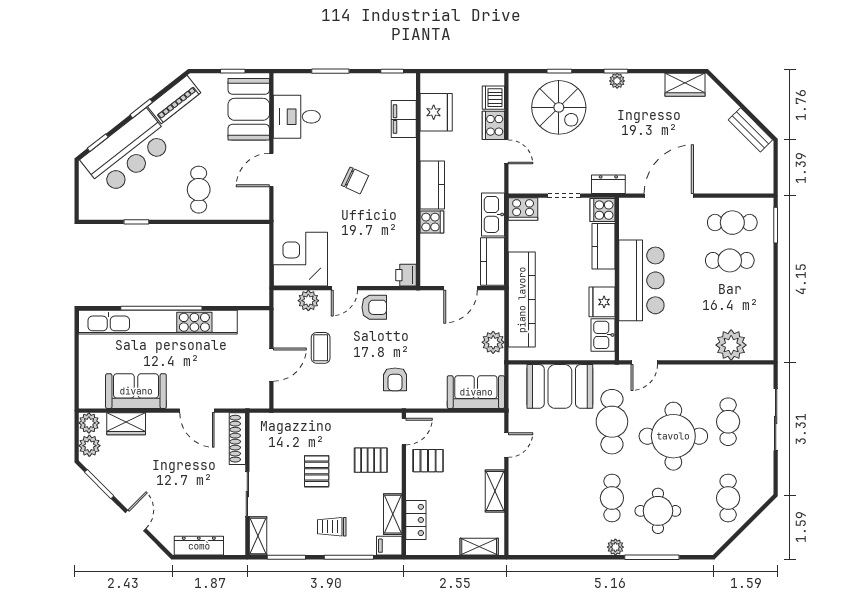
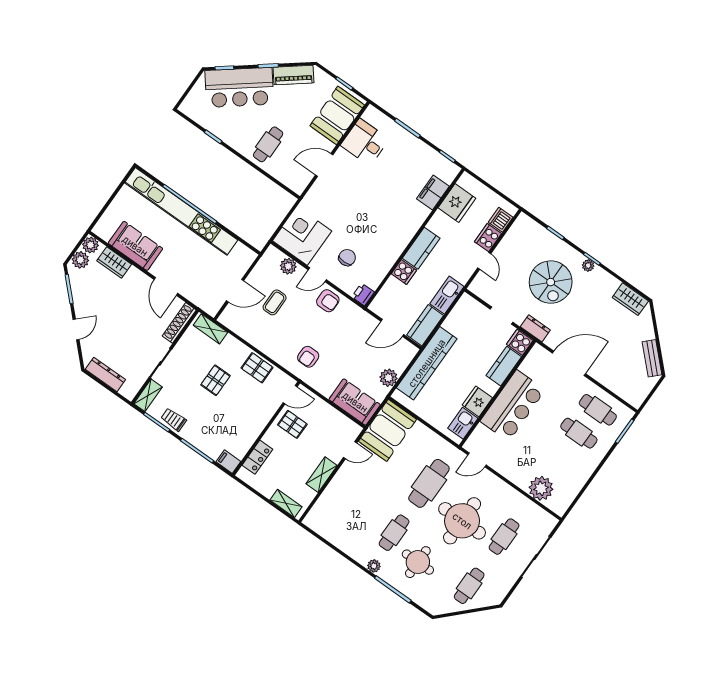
spiral stairs: (559, 107) -> (551, 282), moved
chair: (355, 180) -> (347, 258), moved, turned -115
cooker: (523, 209) -> (469, 305), removed
booth: (560, 386) -> (388, 430), moved, turned 90
pallet: (371, 460) -> (257, 368), moved
shelving: (393, 514) -> (210, 329), moved, turned 90
trolley: (332, 527) -> (174, 420), moved

